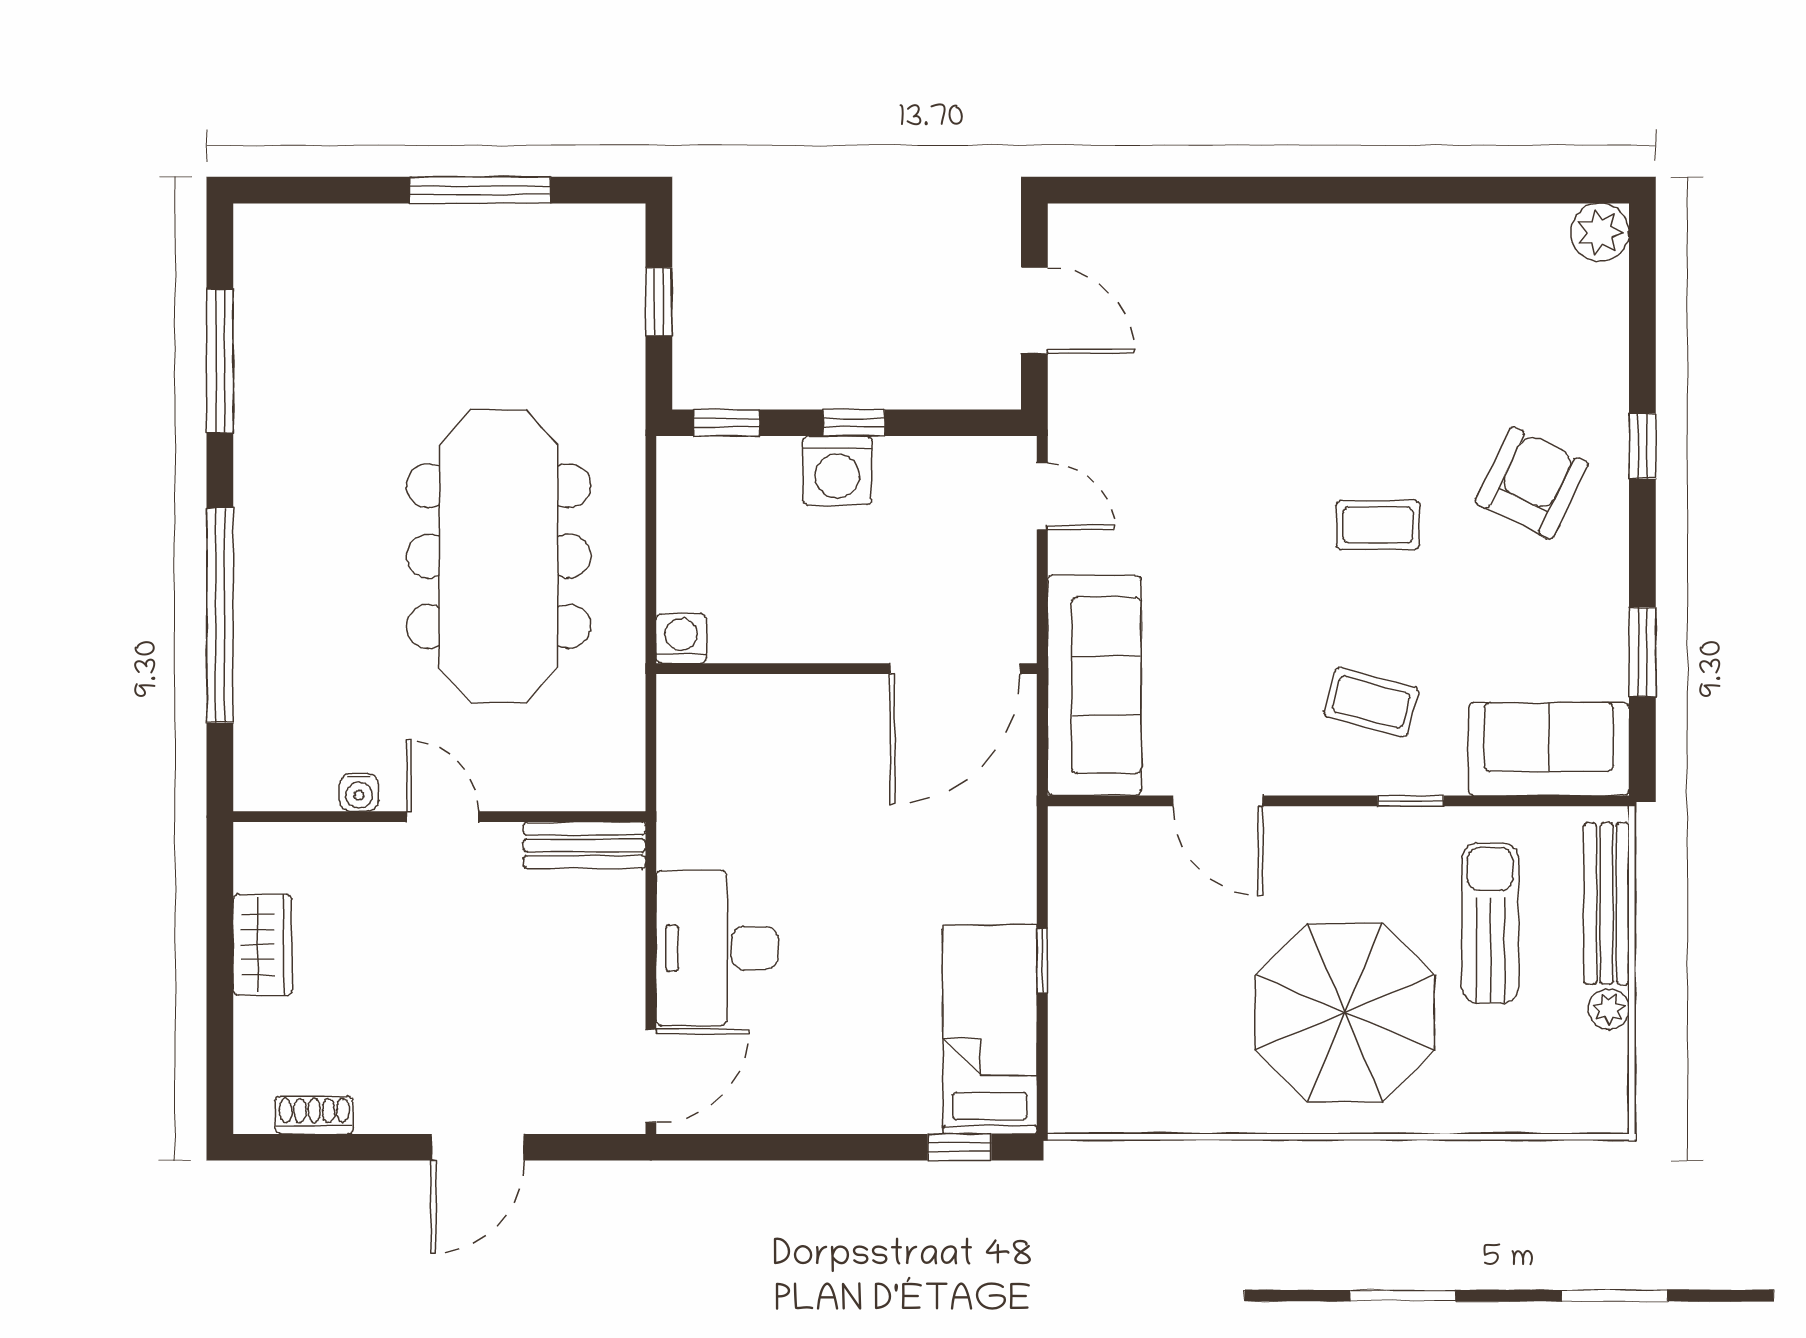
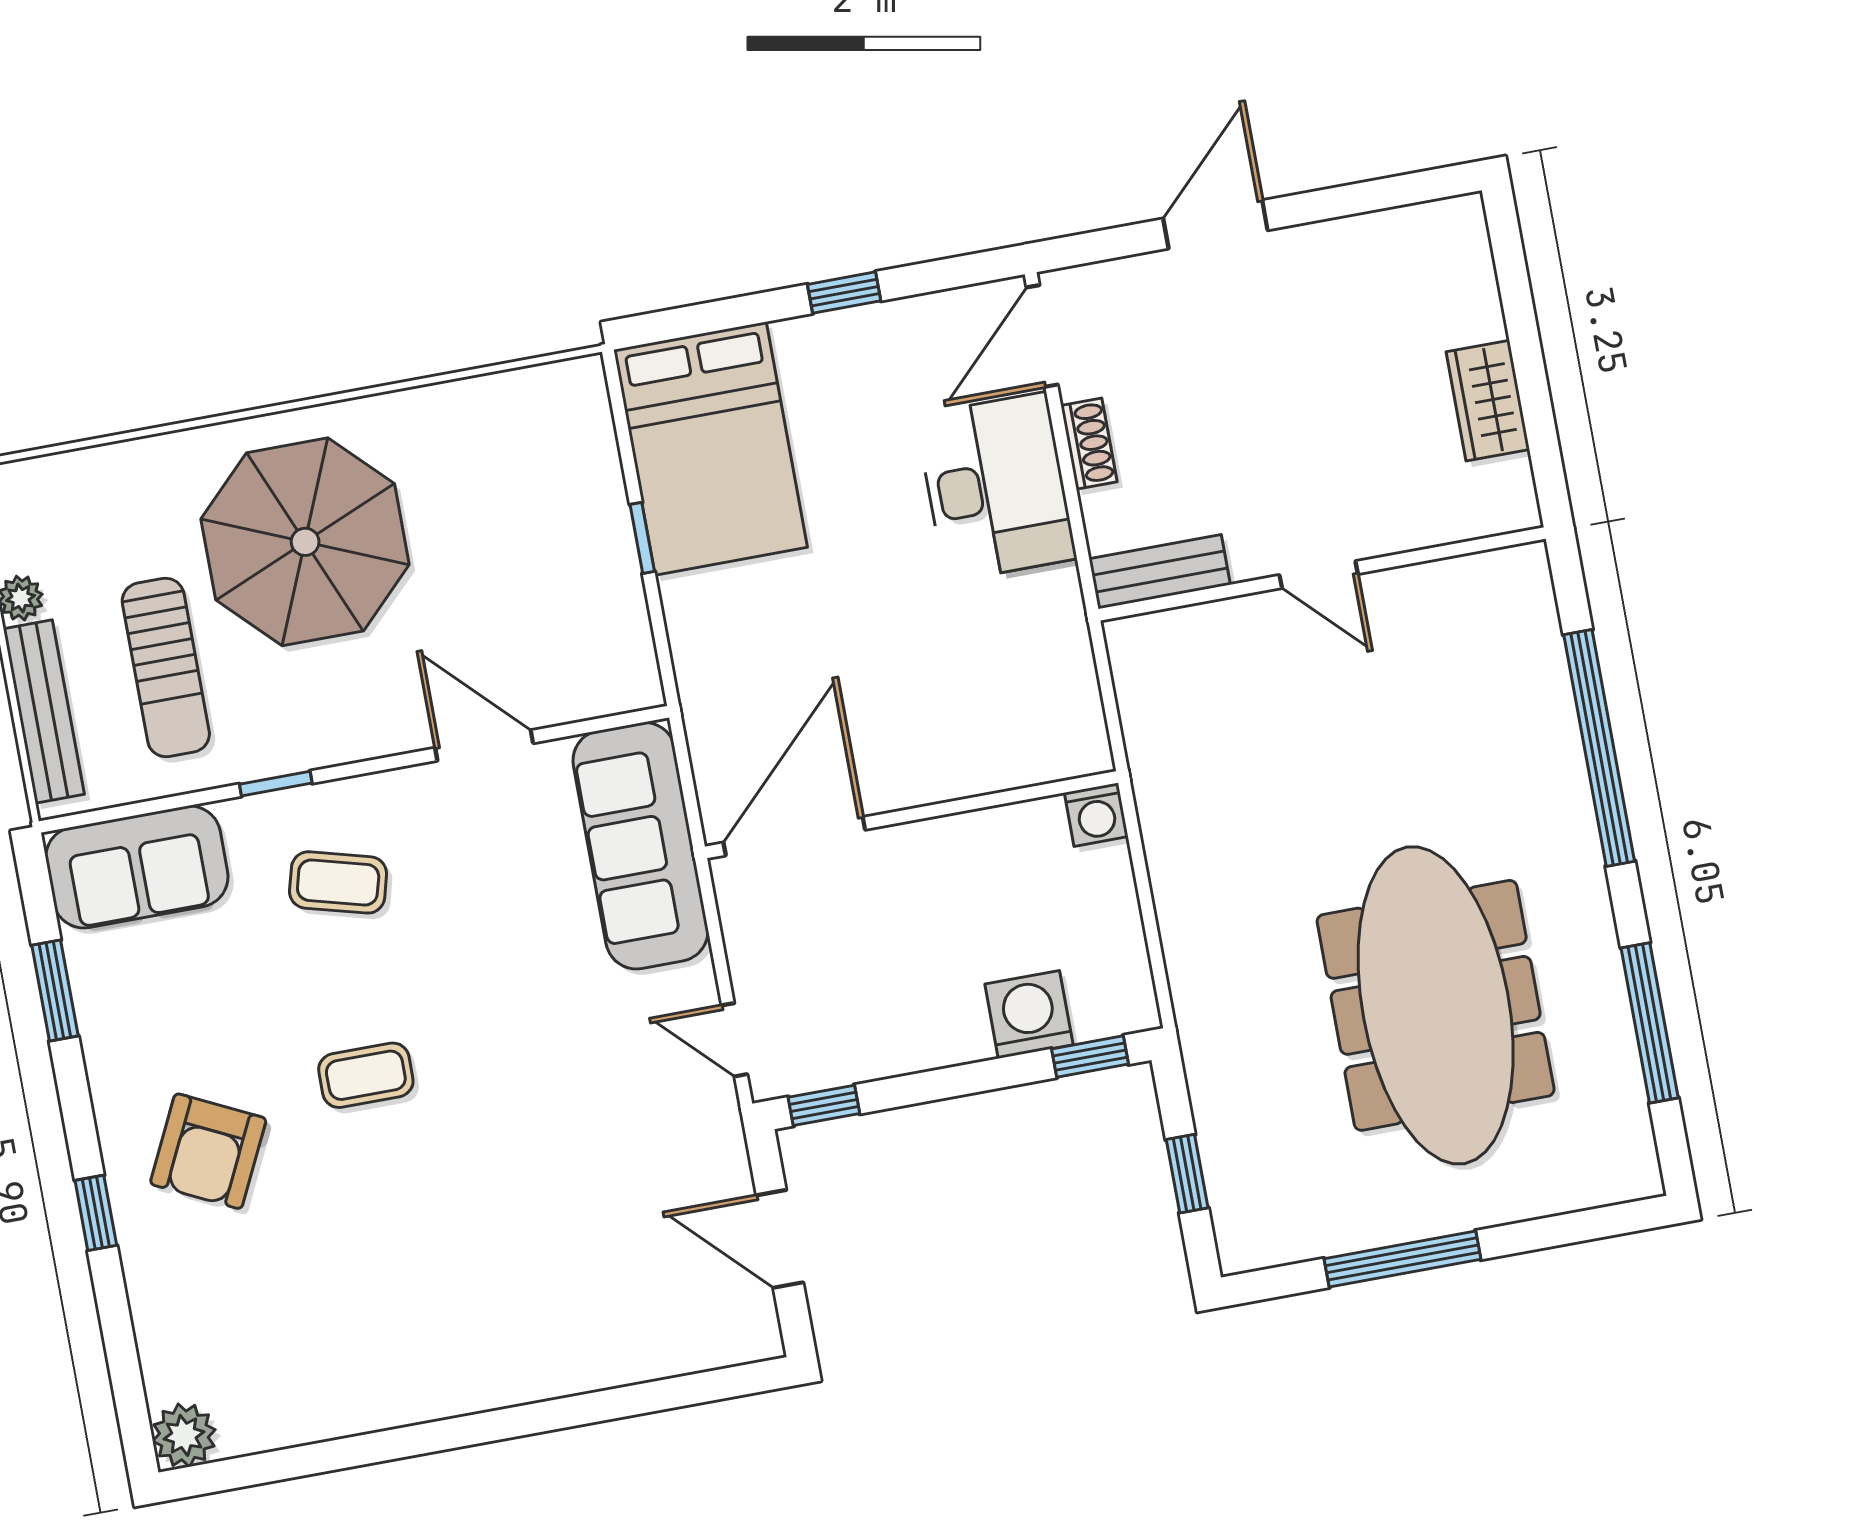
window: (854, 423) -> (824, 1105), moved
washing machine: (837, 470) -> (1029, 1014), moved
meeting table: (499, 556) -> (1436, 1005), moved
water cooler: (359, 792) -> (1414, 584), removed
bed: (990, 1030) -> (711, 449), width x1.50
shoe rack: (314, 1115) -> (1089, 444), moved, turned -90
window: (959, 1147) -> (844, 293), moved

